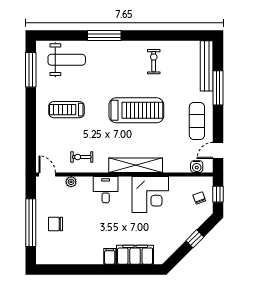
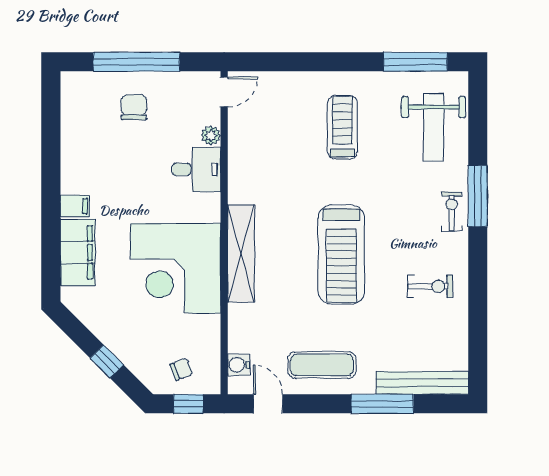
exercise bike: (82, 157) -> (452, 211), moved
desk: (106, 190) -> (197, 169), moved
corner desk: (150, 195) -> (176, 268), width x1.36, depth x1.36

